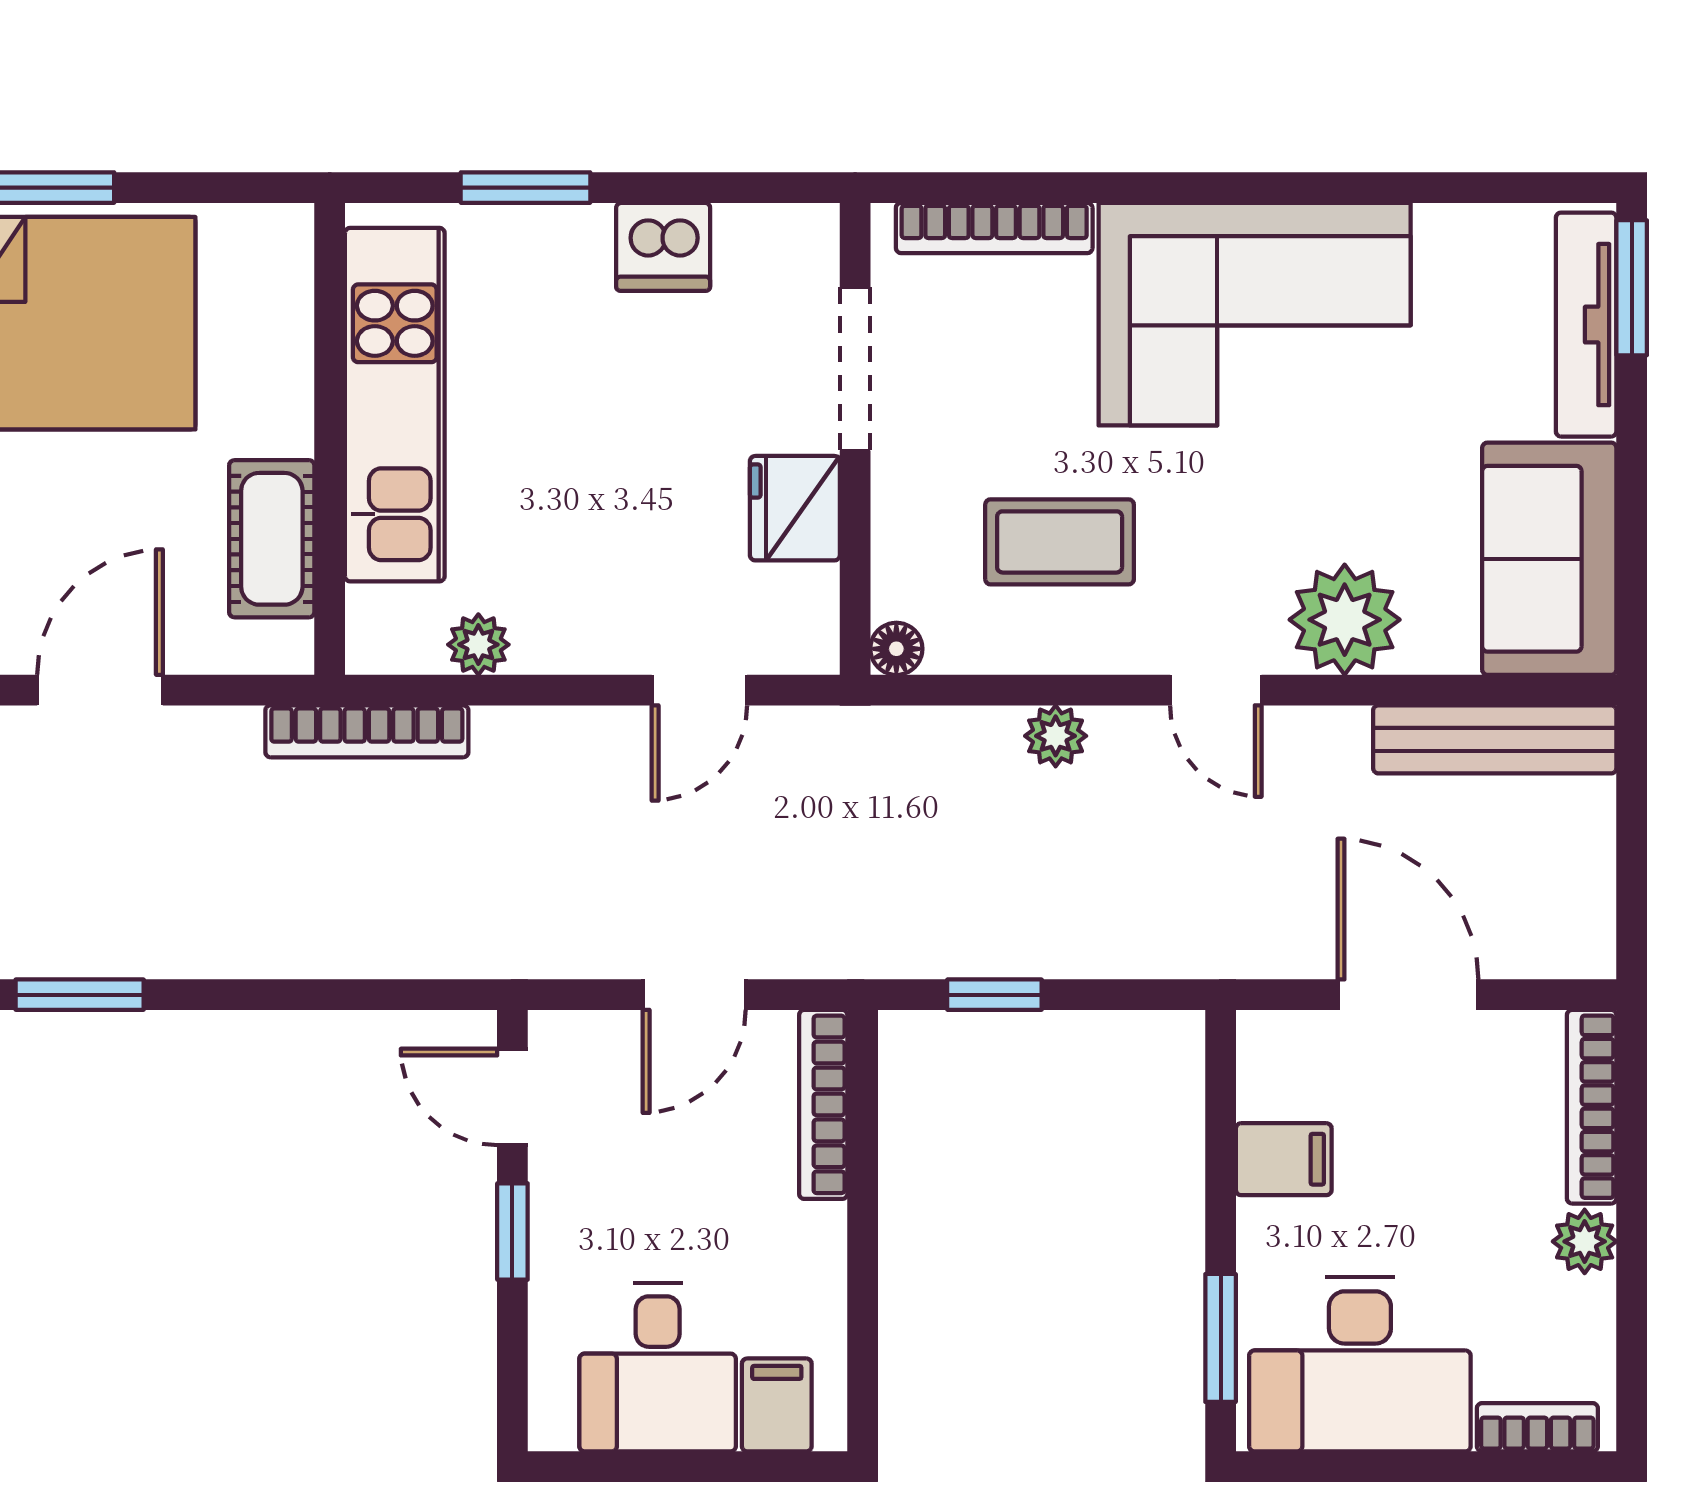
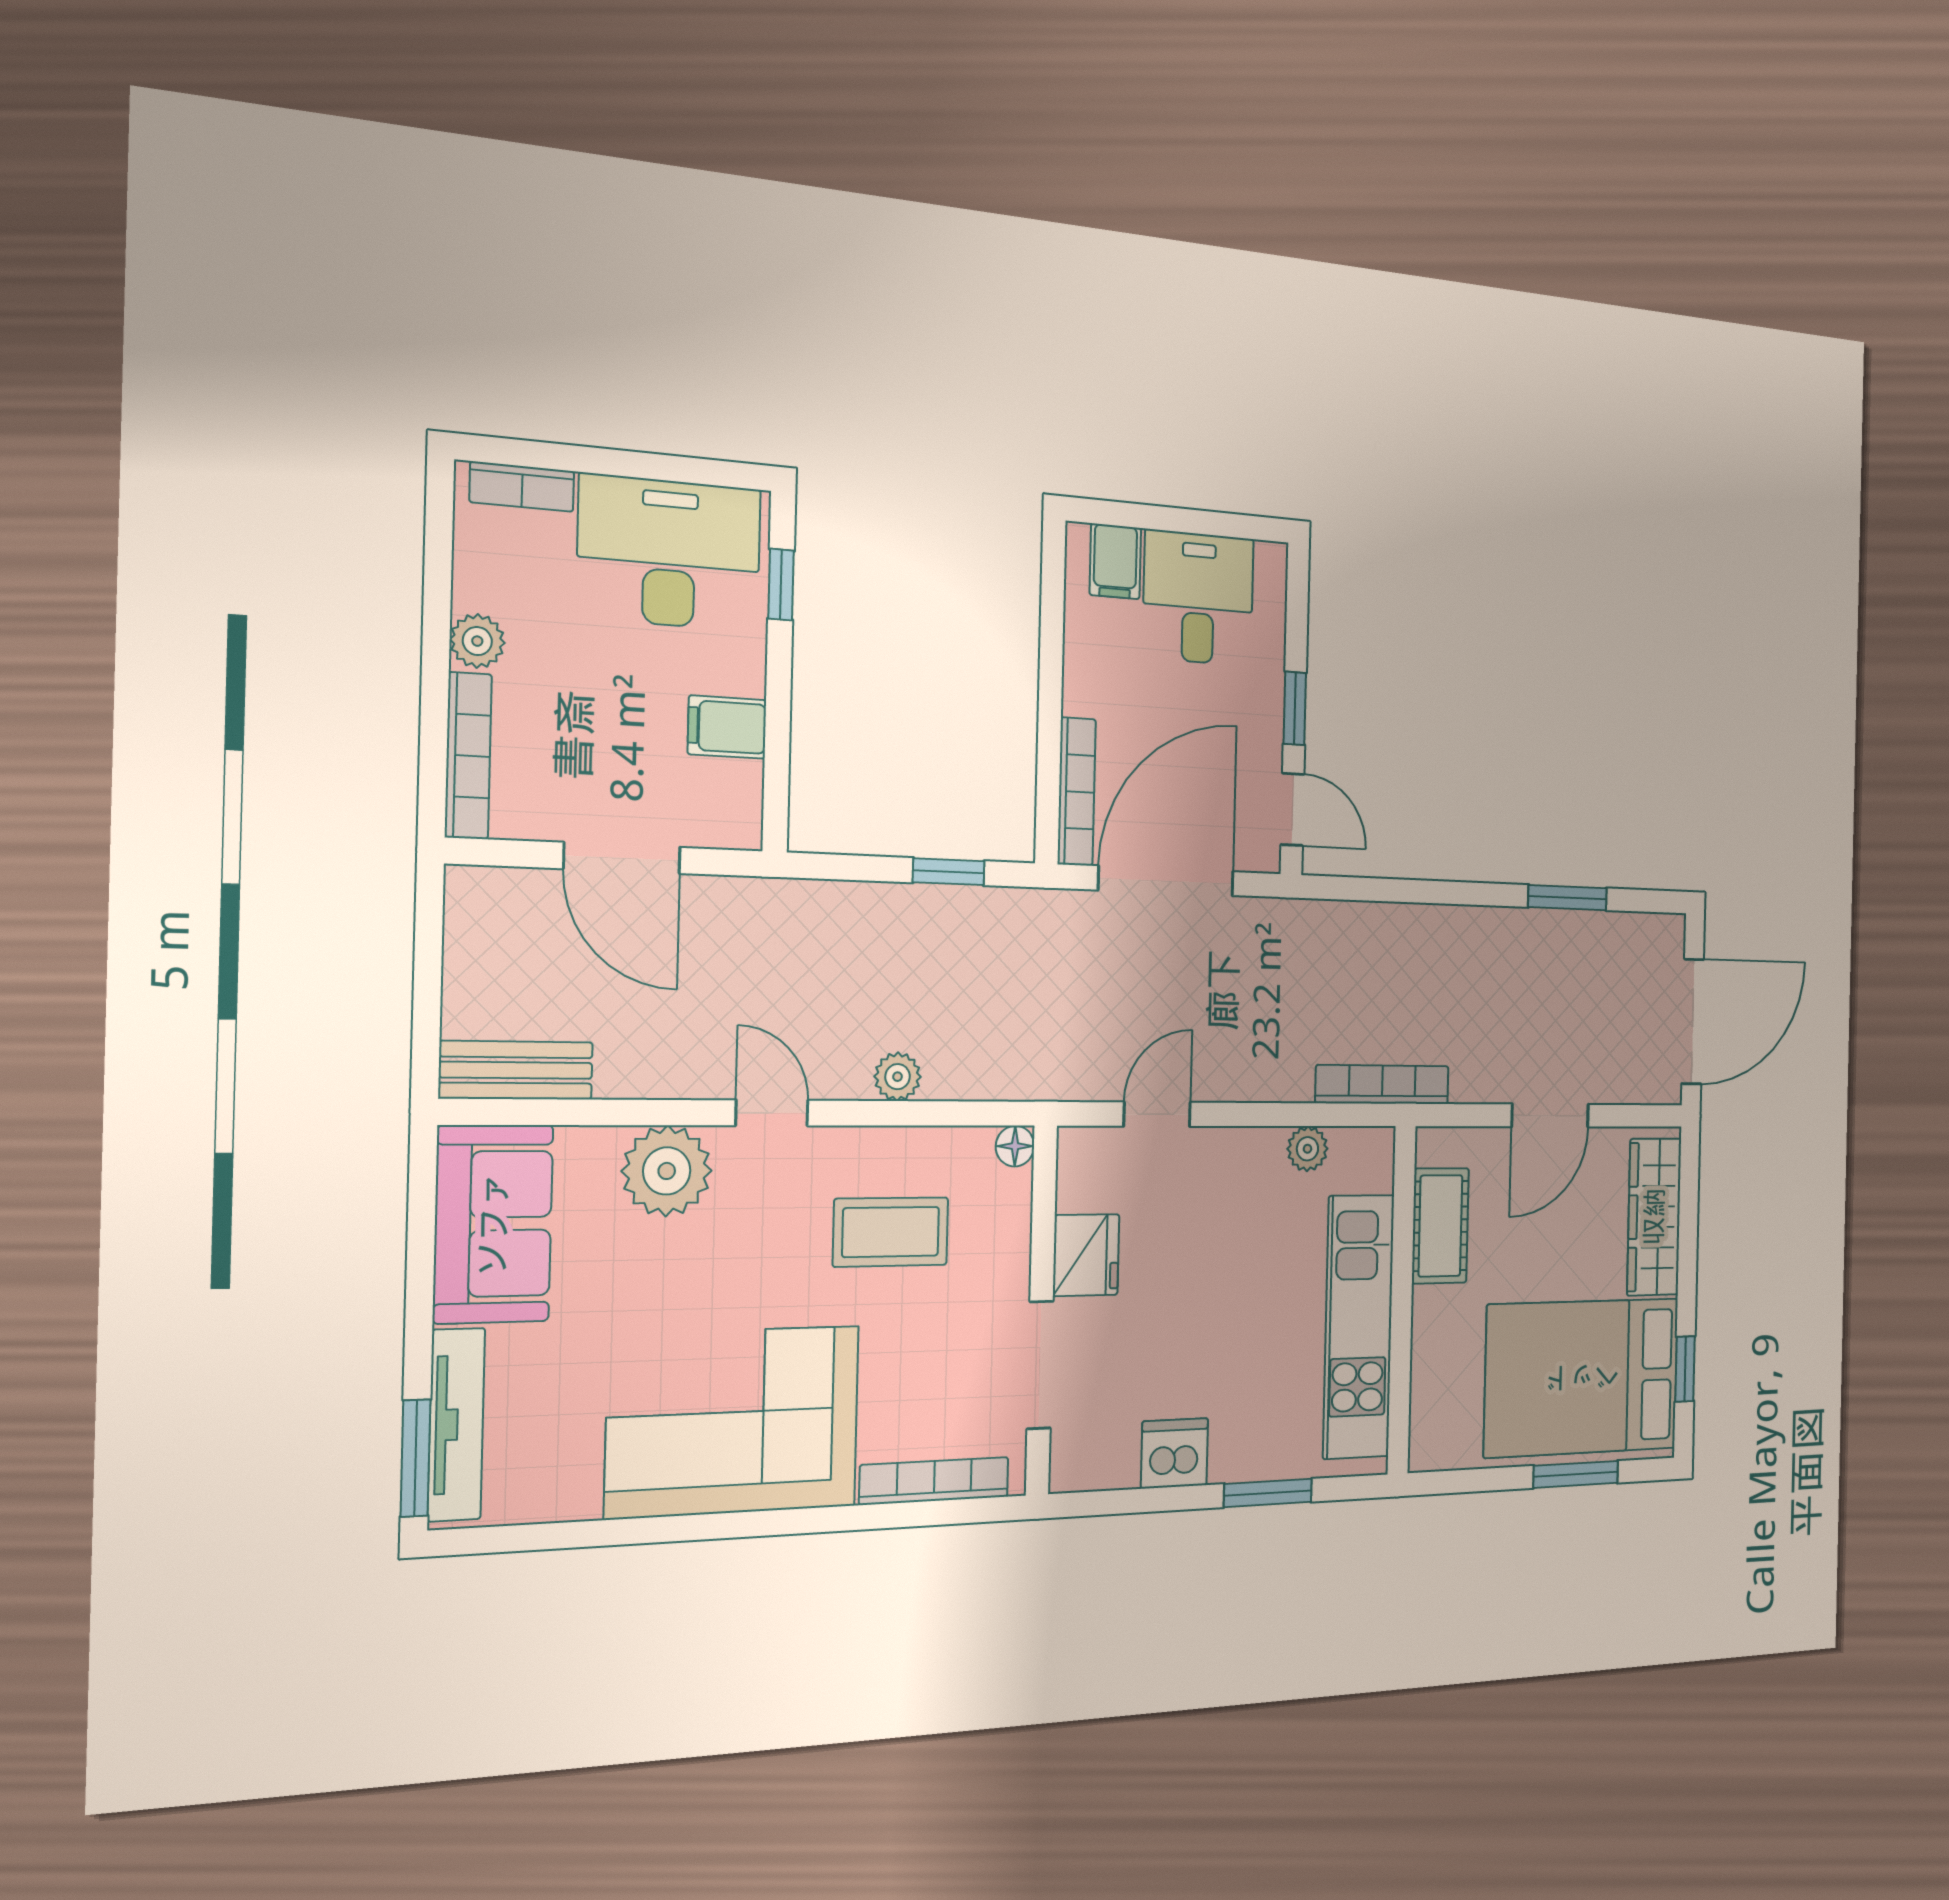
bench: (1495, 739) -> (516, 1070), width x0.73
door: (694, 995) -> (1166, 881), width x1.87
window: (1221, 1338) -> (781, 585), width x0.67

